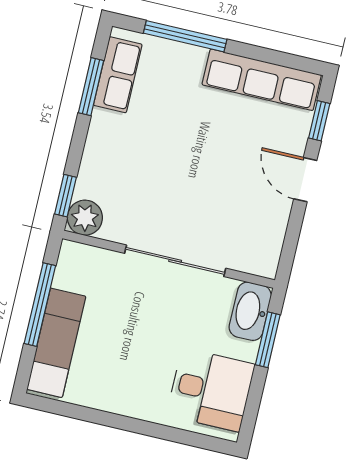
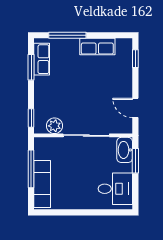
row of seats: (262, 80) -> (97, 47), width x0.68
door: (305, 180) -> (135, 108), moved
plant: (85, 218) -> (54, 126), moved

